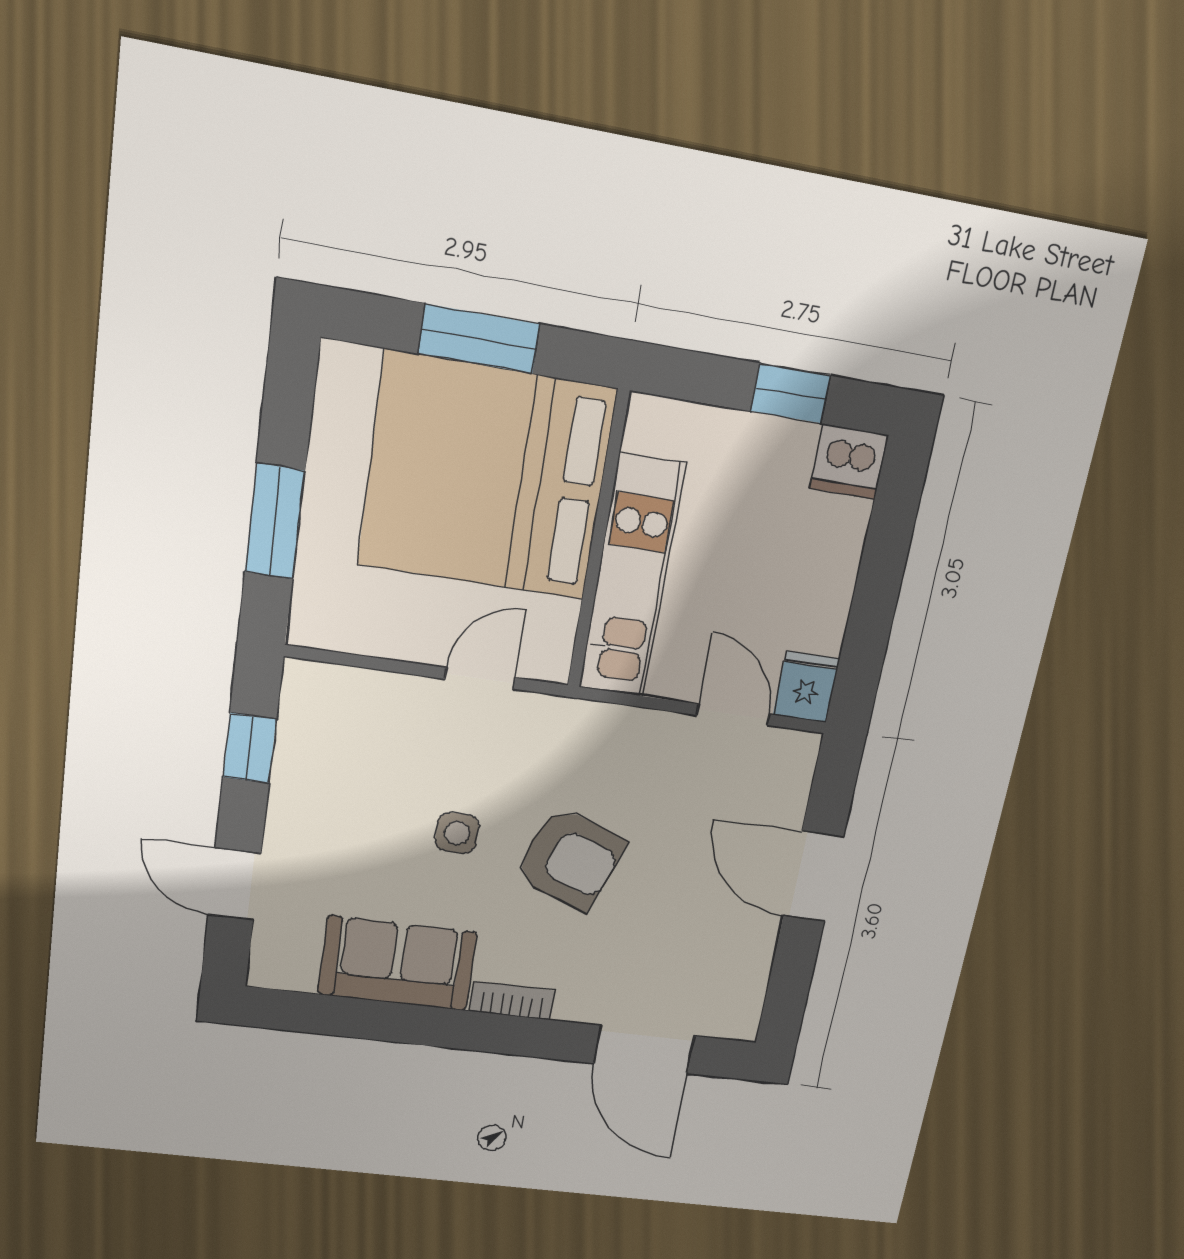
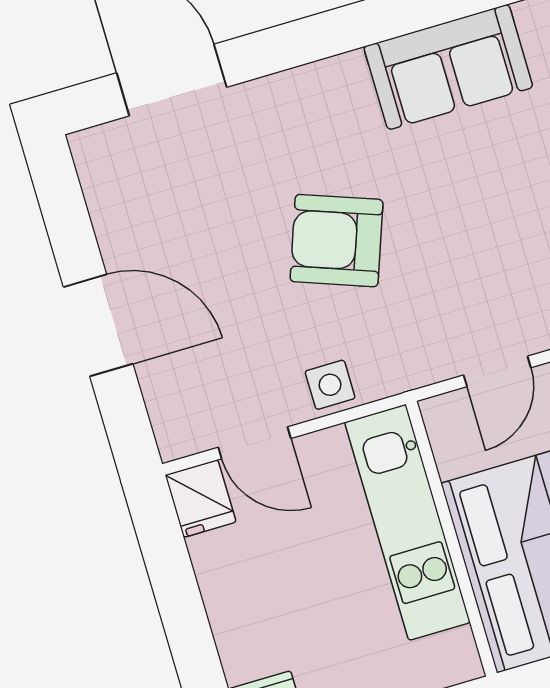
side table: (457, 833) -> (330, 385), moved
bookcase: (512, 1001) -> (323, 76), removed

